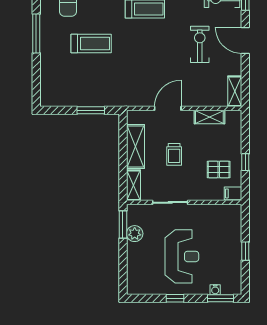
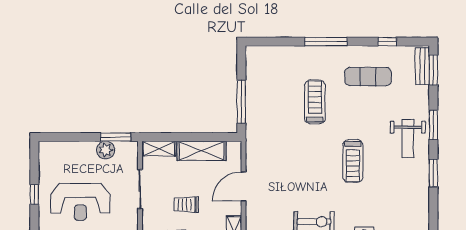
treadmill: (91, 44) -> (315, 102), turned 180
door: (168, 108) -> (243, 186), swing flipped
window: (91, 110) -> (241, 102), width x1.44
trolley: (174, 154) -> (186, 205), moved

